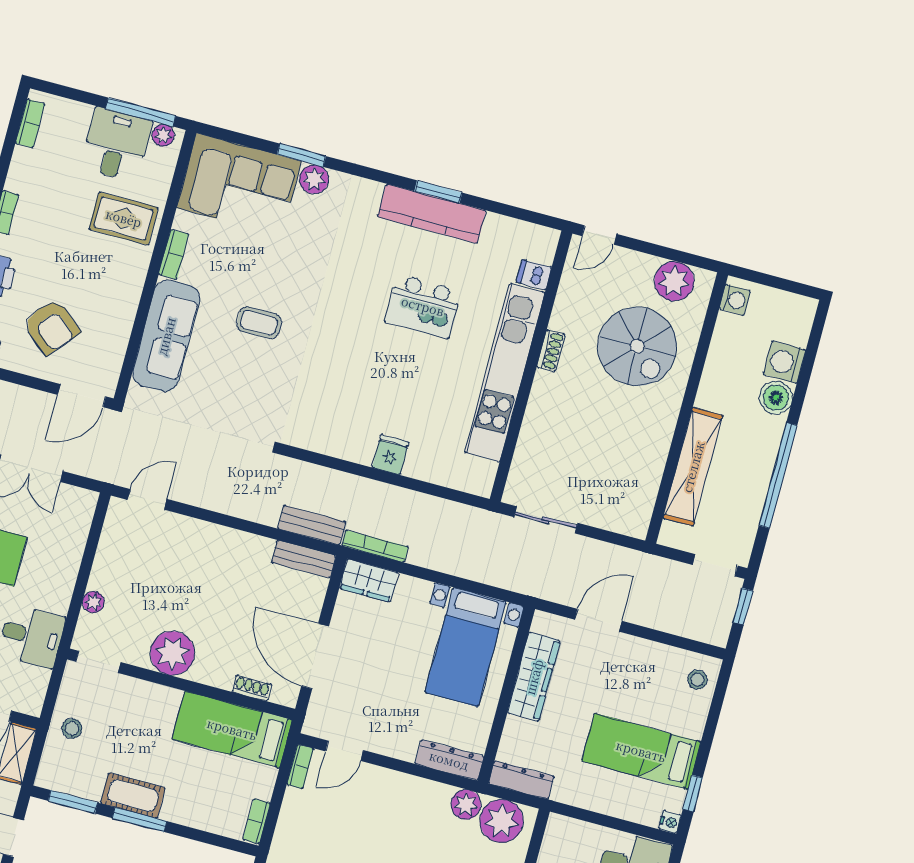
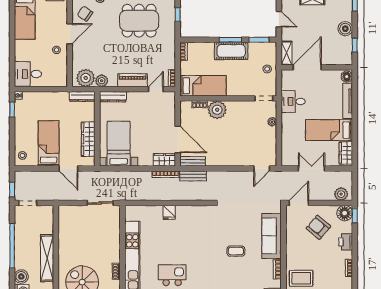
shelving: (693, 467) -> (47, 258), moved
door: (598, 620) -> (68, 169), hinge flipped
plant: (172, 653) -> (217, 110), moved
door: (315, 656) -> (178, 139), moved
bed: (641, 751) -> (49, 143), moved, turned -90
piano: (393, 786) -> (133, 80), added
cot: (133, 796) -> (231, 51), width x1.37, depth x1.34

